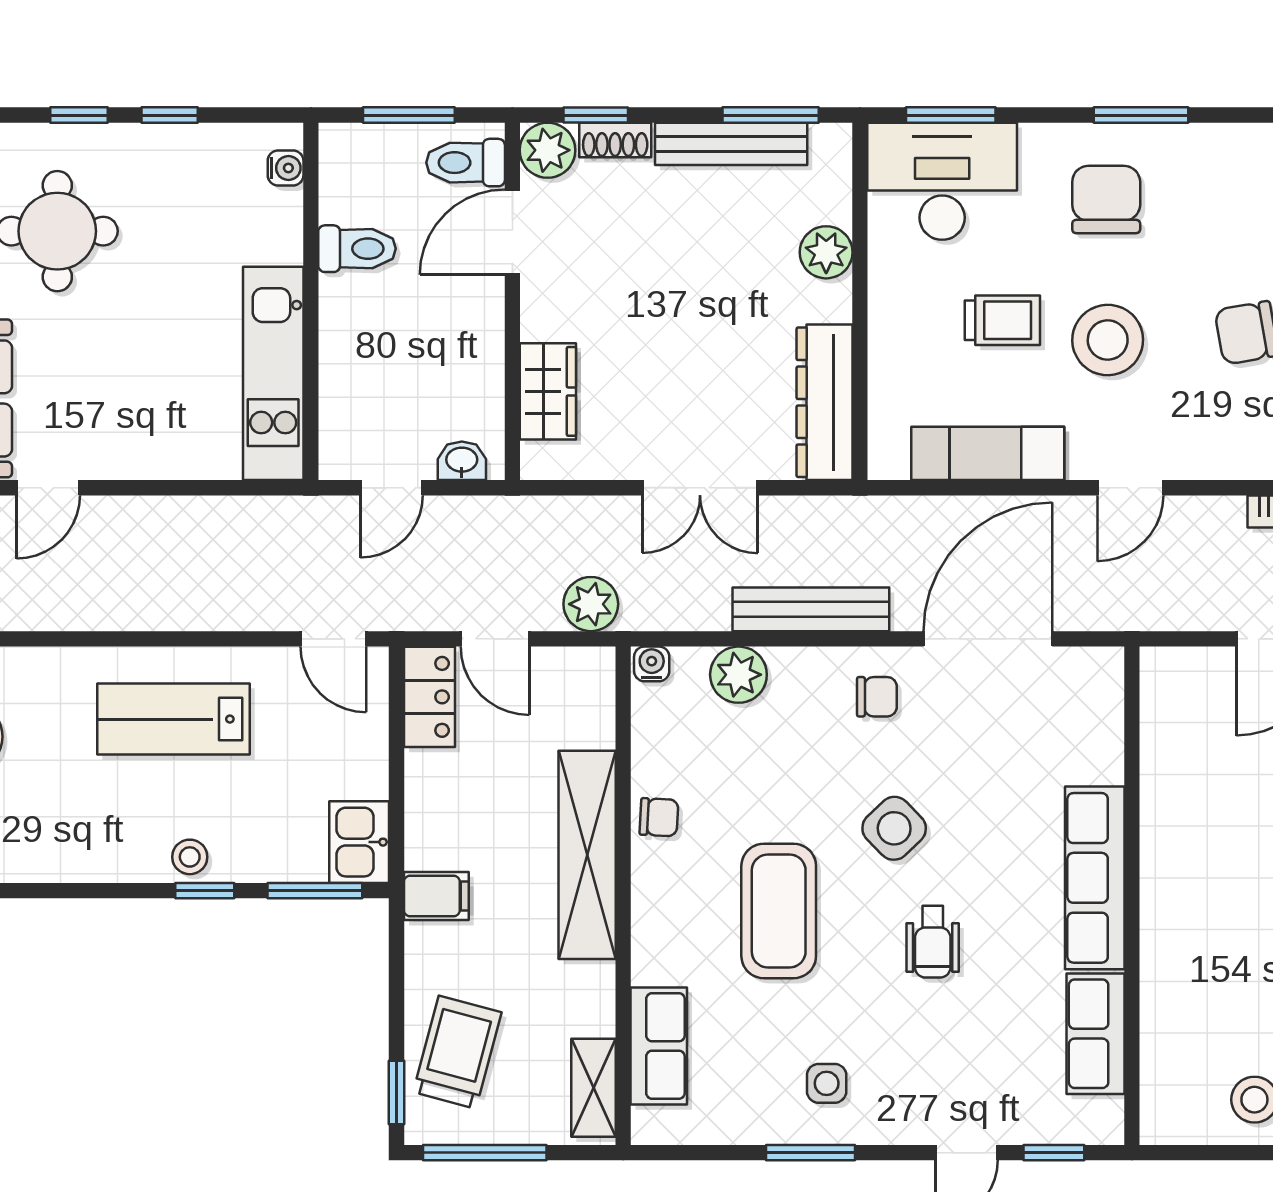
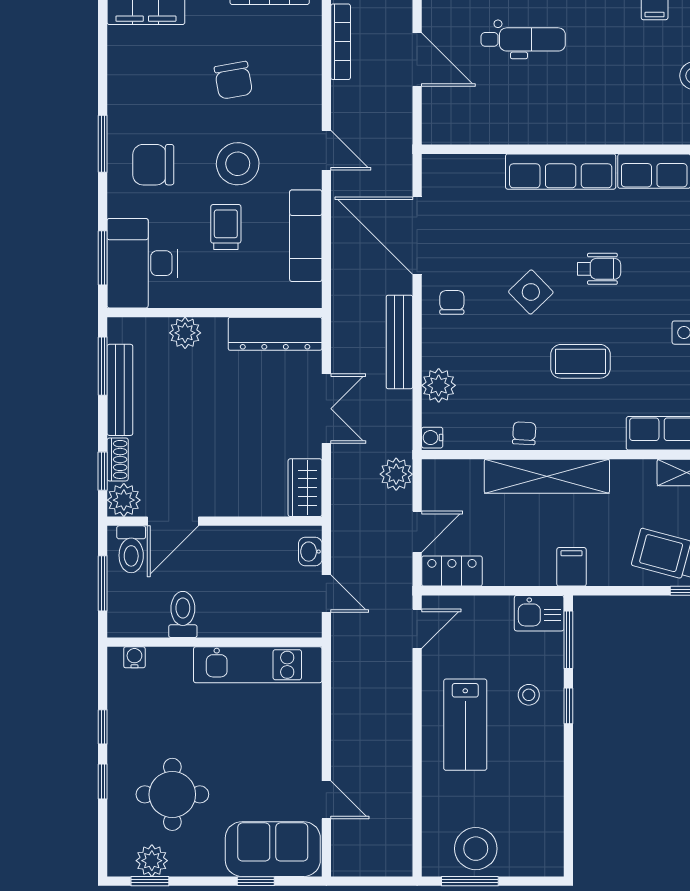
door: (512, 232) -> (173, 521), hinge flipped
wardrobe: (548, 391) -> (305, 488), moved, turned -90
stool: (190, 857) -> (529, 695), moved
coffee table: (779, 911) -> (580, 361), width x0.73, depth x0.76

